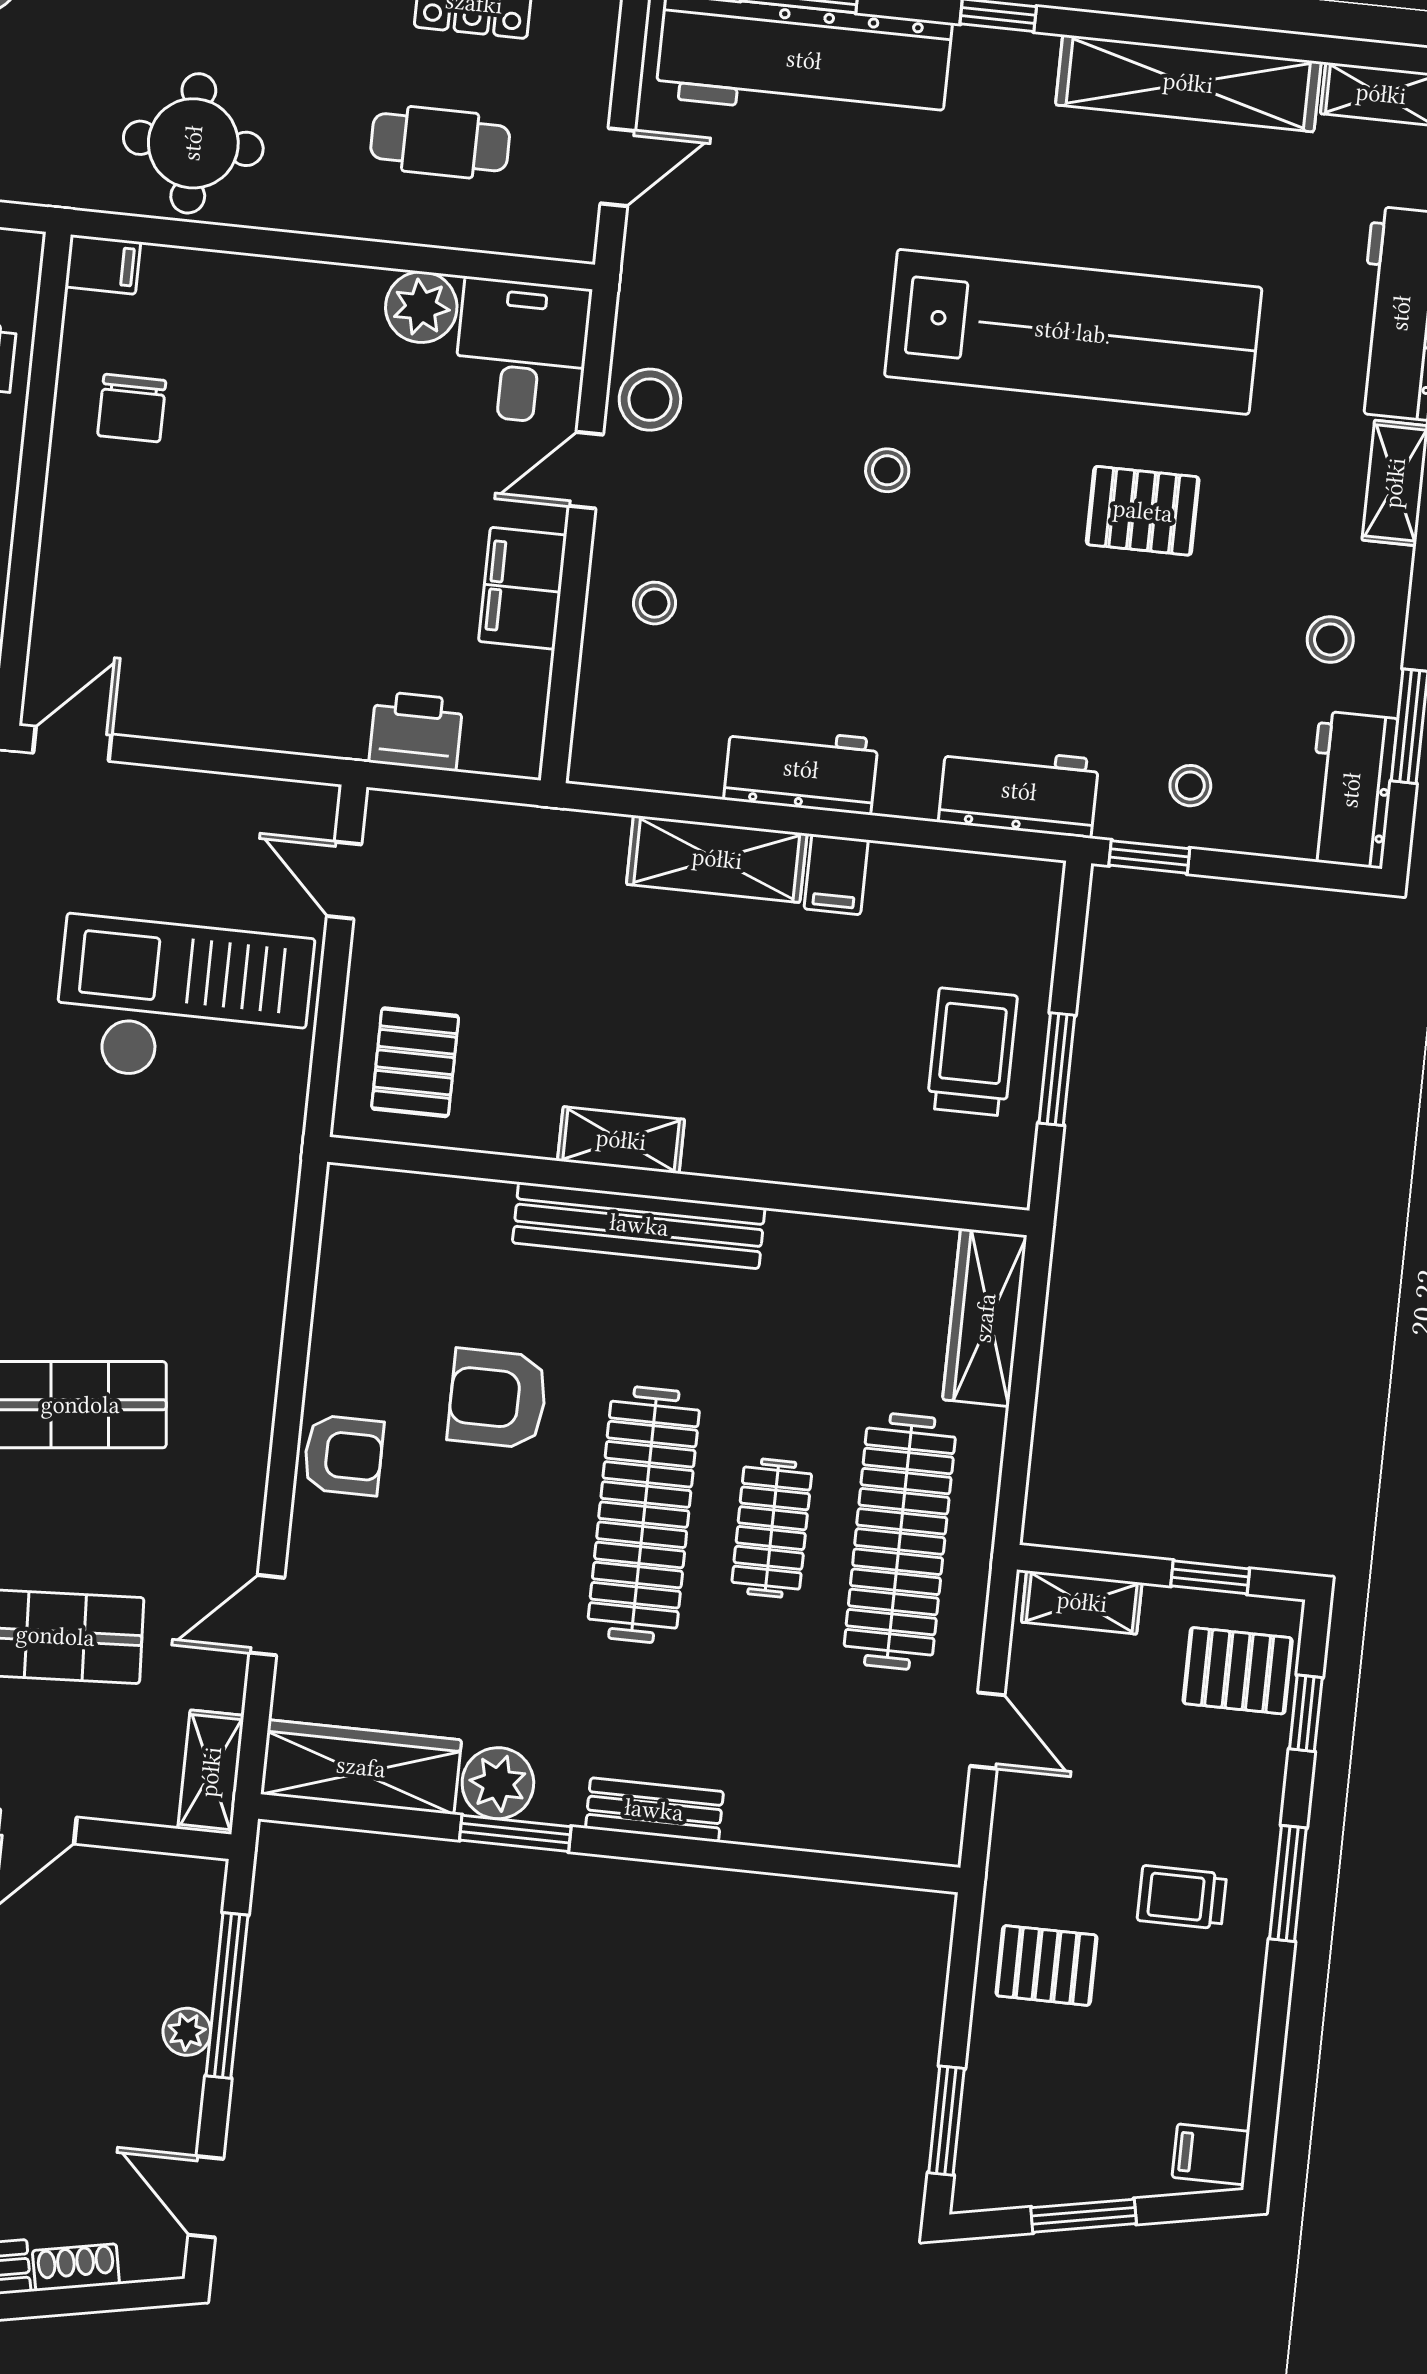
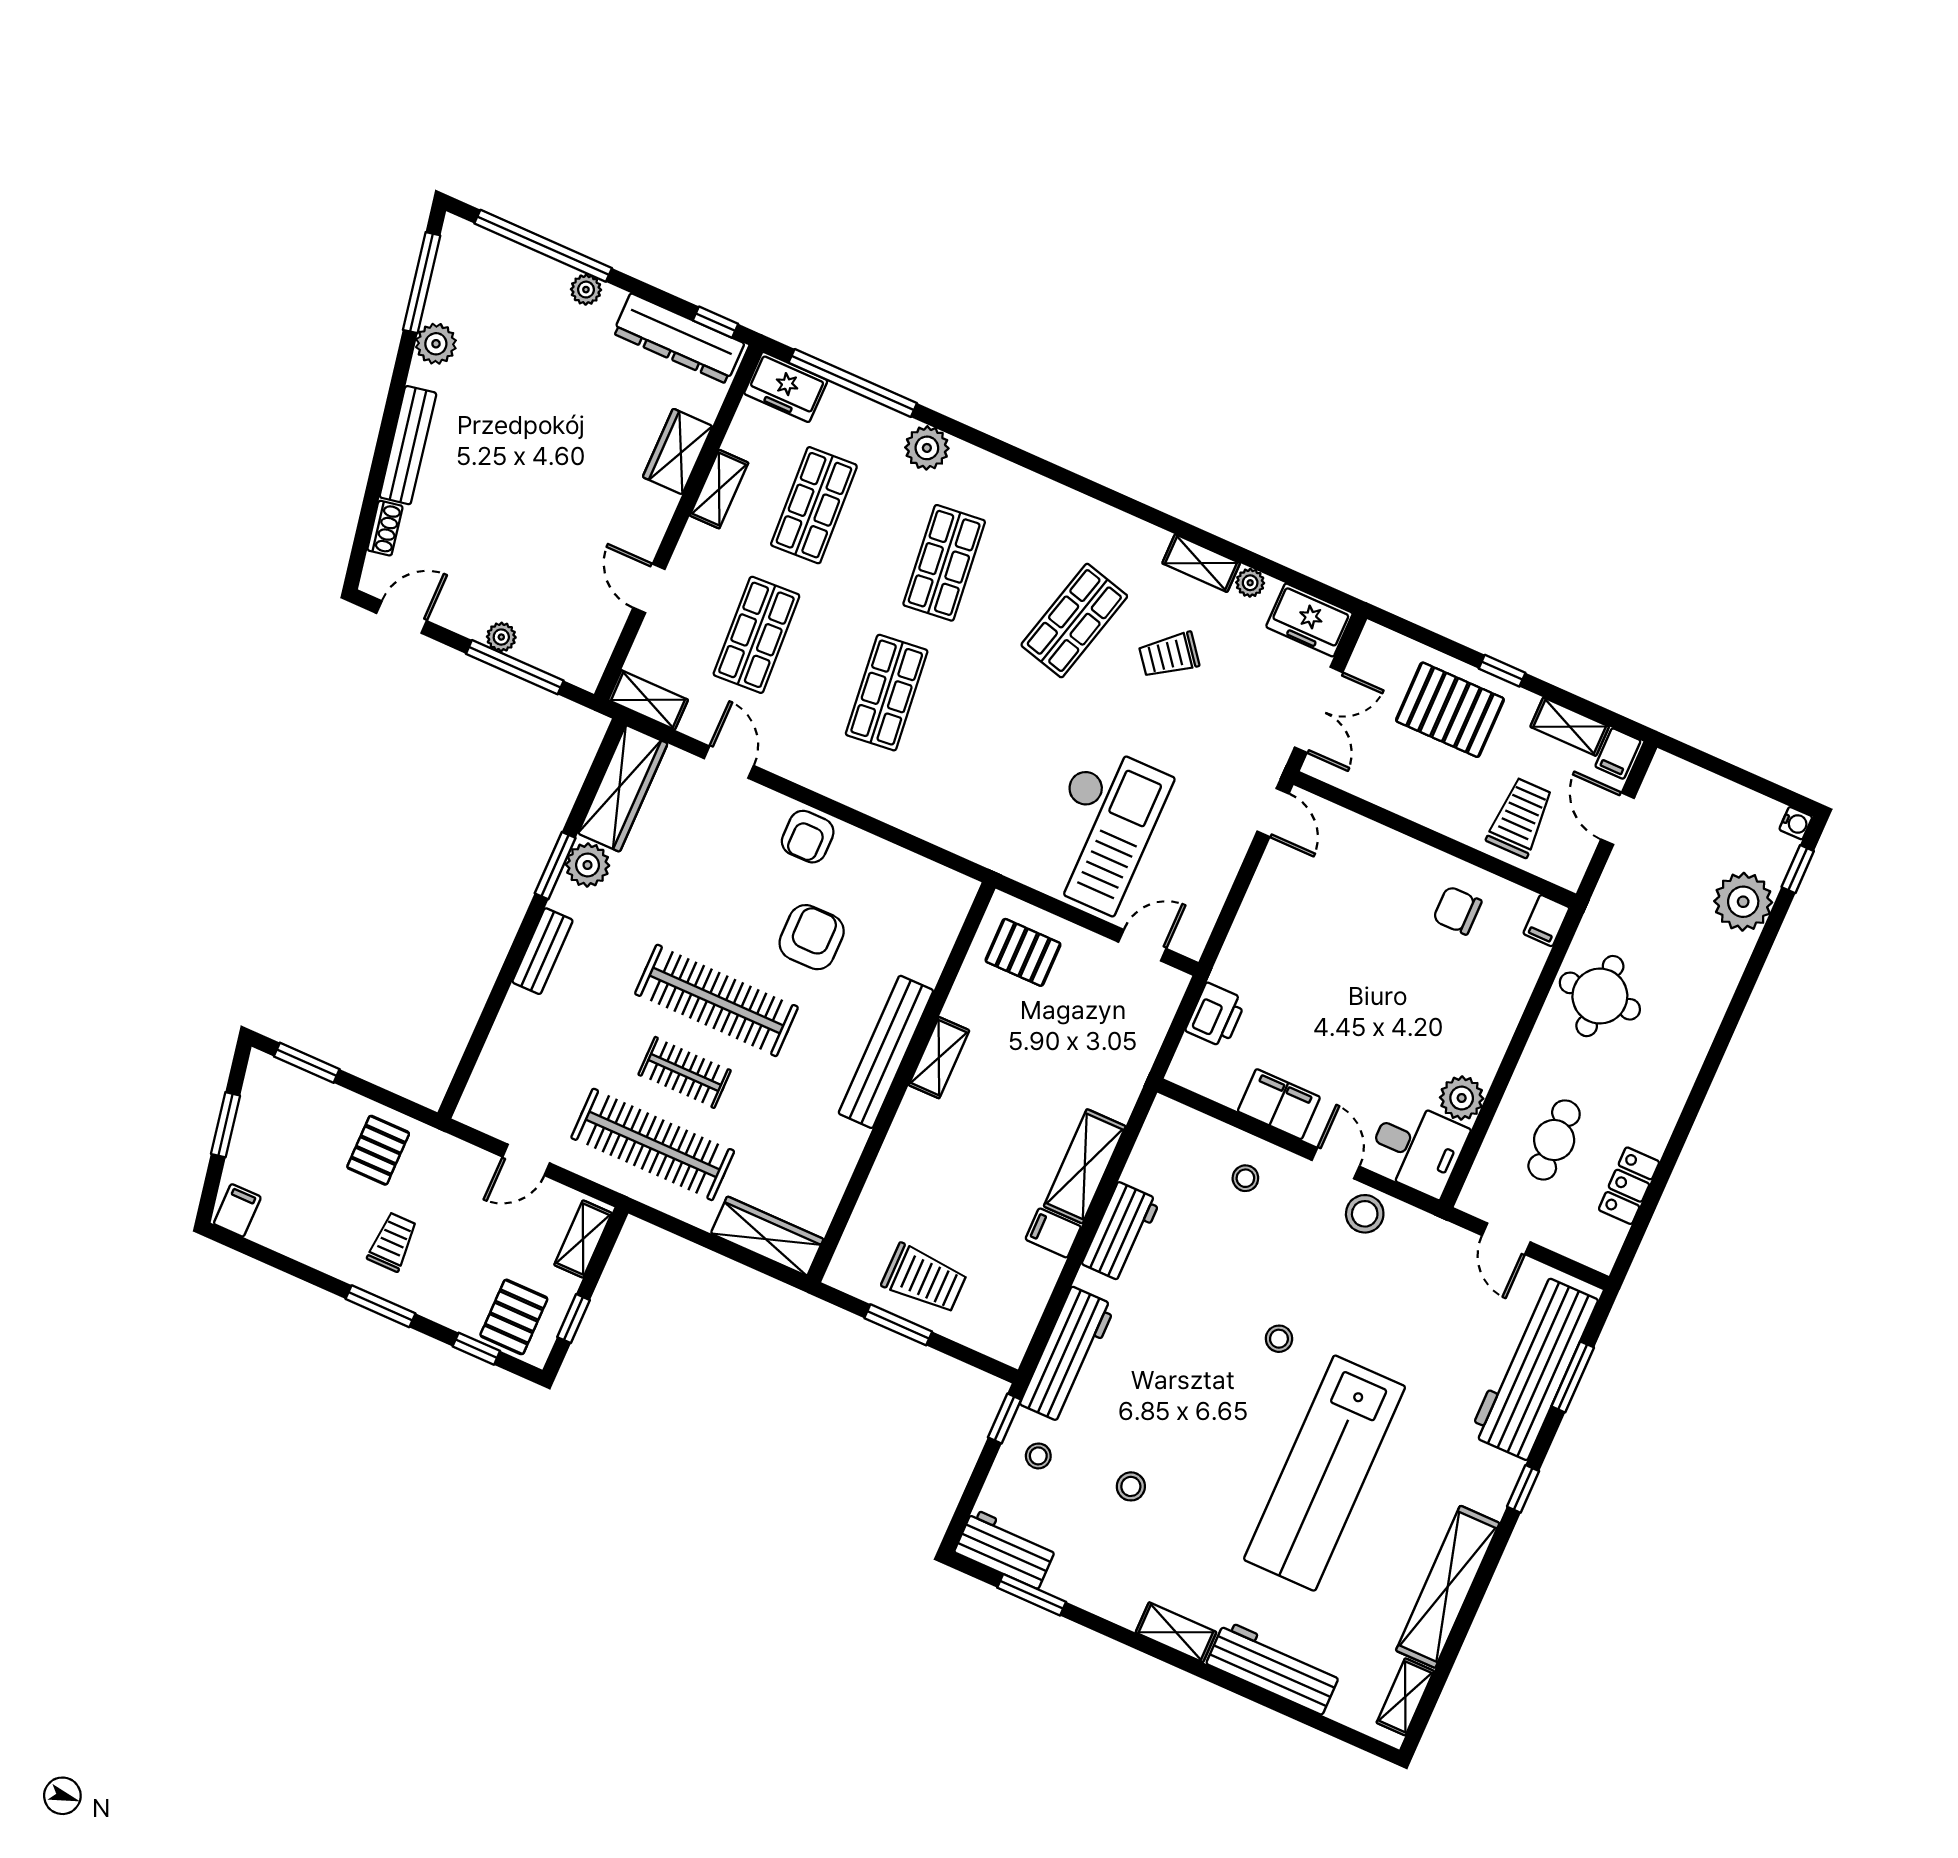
pallet: (1143, 511) -> (1207, 1480), removed
stool: (1330, 639) -> (1131, 1486), moved
workbench: (1019, 791) -> (1068, 1355), width x1.38

